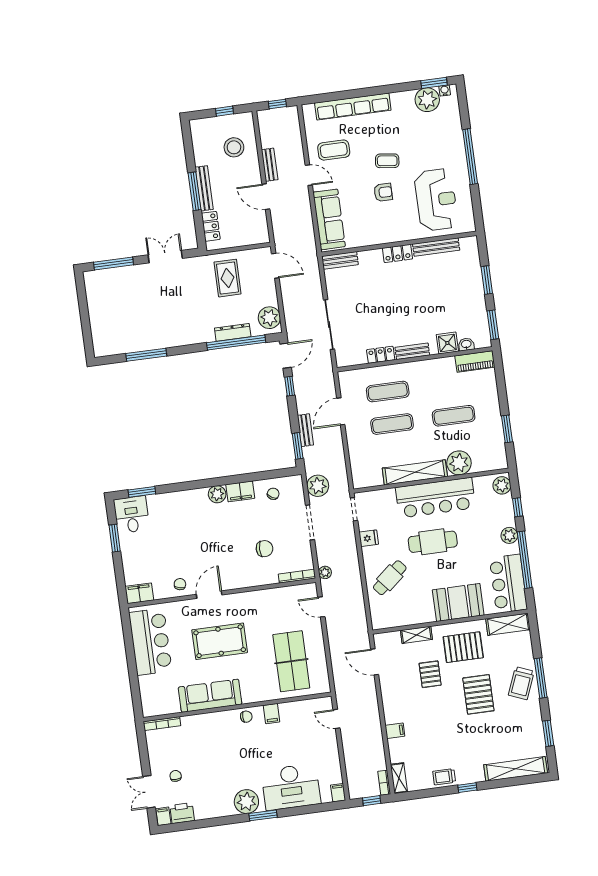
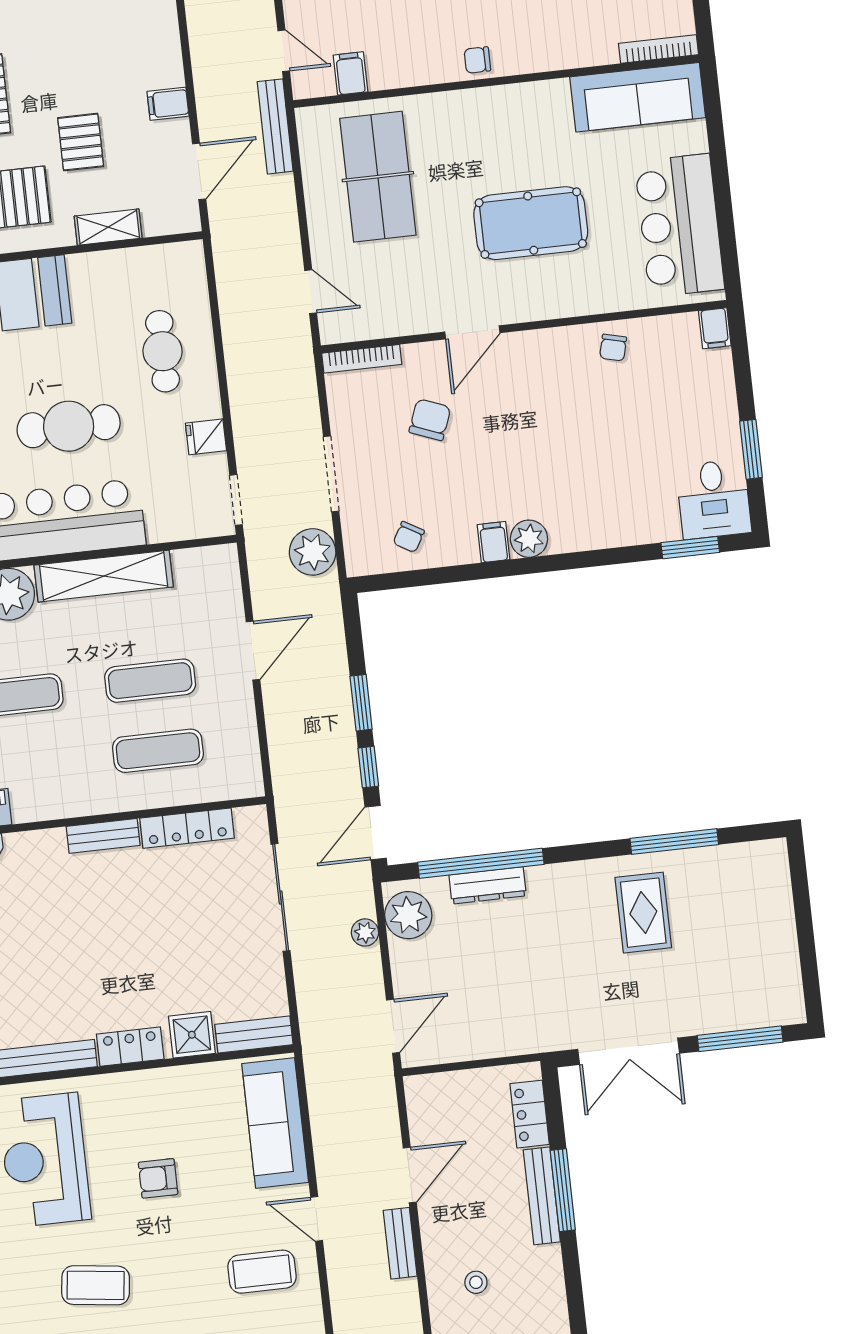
stool: (234, 147) -> (476, 1282), width x0.53, depth x0.53
coffee table: (387, 161) -> (96, 1285), moved, width x1.36, depth x1.30
door: (266, 197) -> (410, 1175), hinge flipped
double door: (165, 257) -> (629, 1051), width x1.37
door: (275, 266) -> (393, 1026), swing flipped
rug: (227, 278) -> (643, 913), moved
shower: (447, 343) -> (192, 1035), moved
locker: (381, 355) -> (187, 828), width x1.53
door: (341, 411) -> (253, 651), moved
bench: (305, 430) -> (275, 126), moved, width x1.36
window: (298, 446) -> (361, 703), moved
filing cabinet: (240, 491) -> (494, 542), width x0.50
chair: (264, 549) -> (430, 420), turned 111
plant: (325, 572) -> (365, 932), moved
cafe table: (390, 578) -> (163, 351), turned -50
filing cabinet: (139, 593) -> (715, 328), width x0.50
door: (209, 595) -> (472, 332), moved
door: (375, 662) -> (199, 171), hinge flipped
sofa: (210, 696) -> (638, 97), moved
filing cabinet: (271, 714) -> (351, 73), moved
filing cabinet: (395, 731) -> (168, 104), moved

